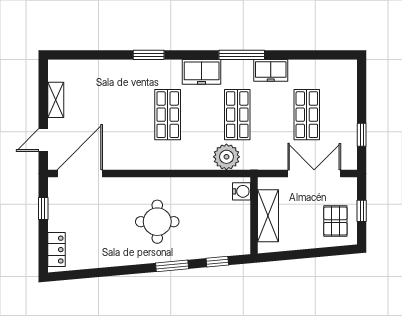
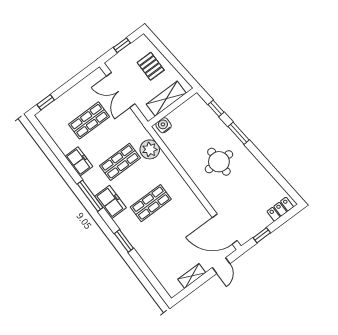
window: (242, 55) -> (90, 196), moved
window: (362, 135) -> (46, 102), moved
door: (43, 140) -> (221, 266), hinge flipped
pallet: (335, 221) -> (151, 66), moved, turned 90

